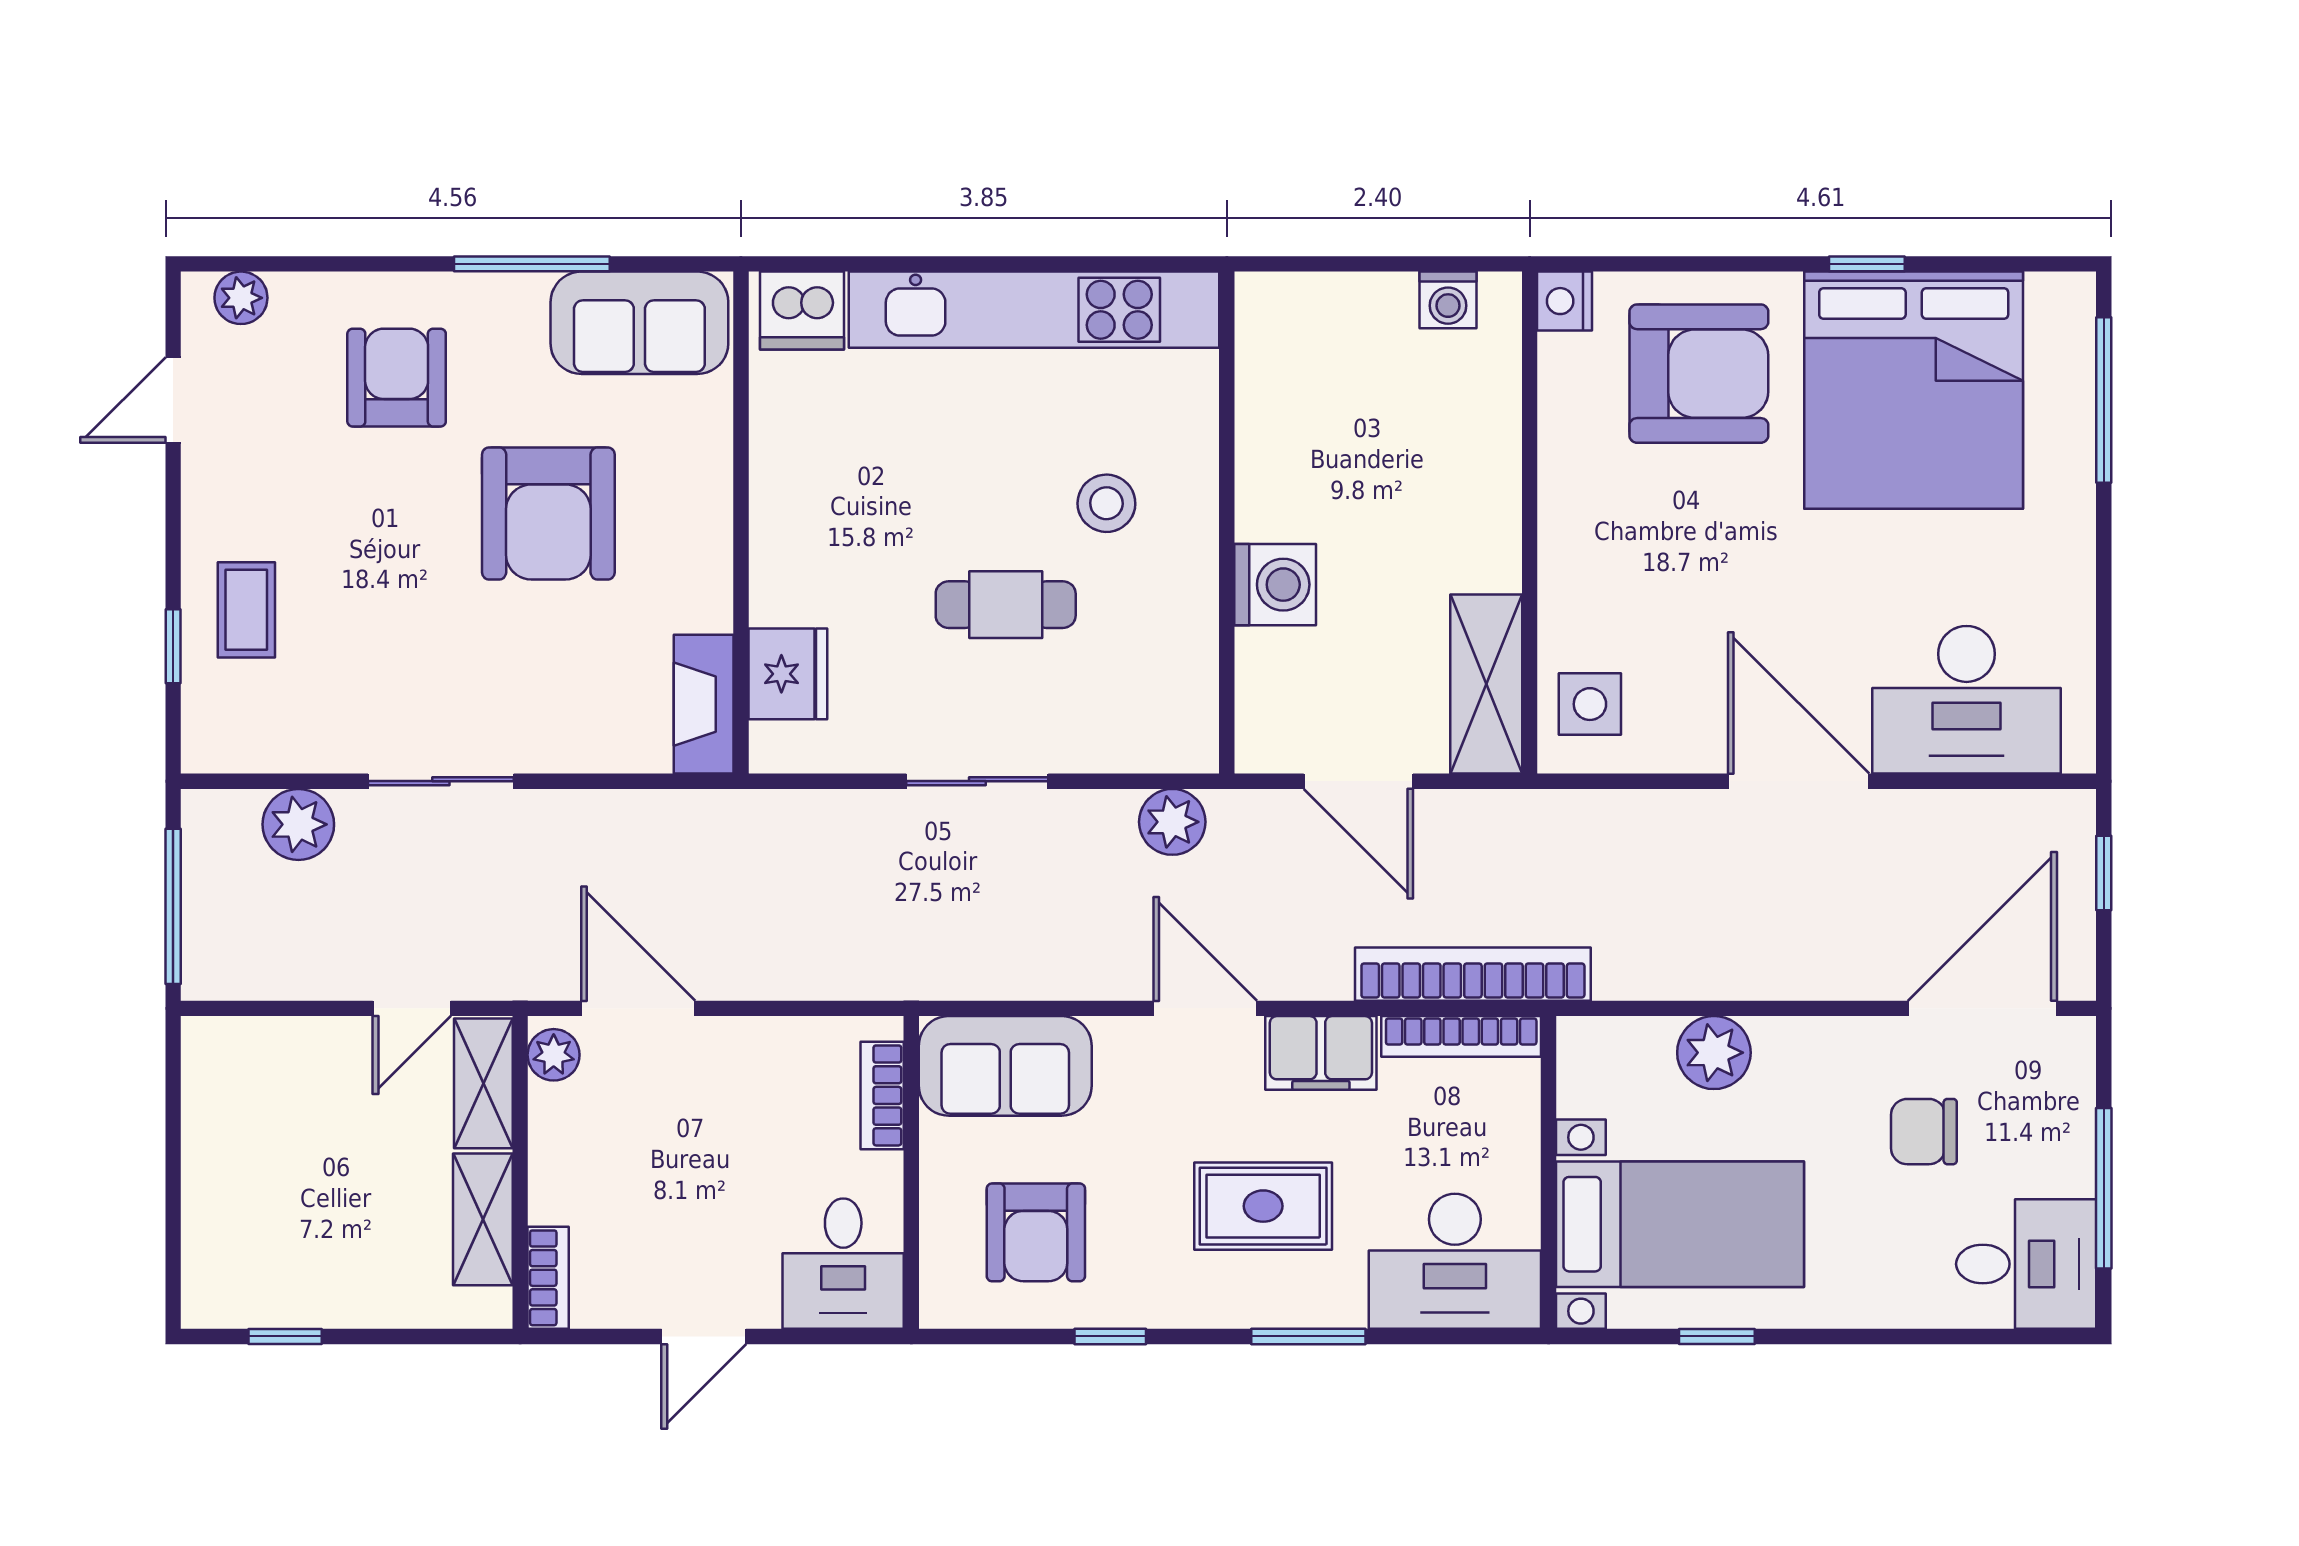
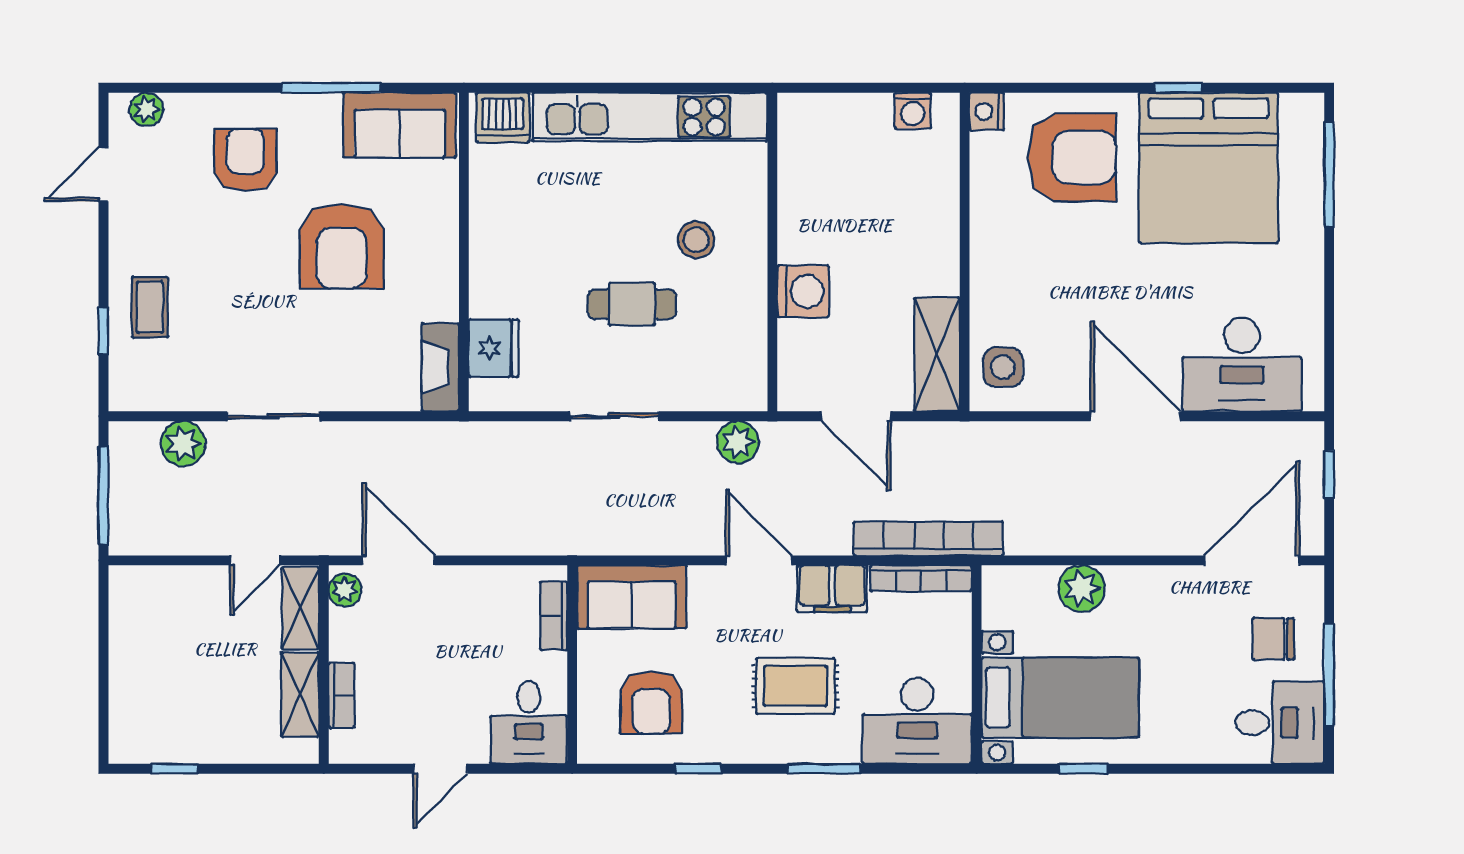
chair: (1924, 1132) -> (1273, 639), moved
bookcase: (548, 1278) -> (342, 695), moved

